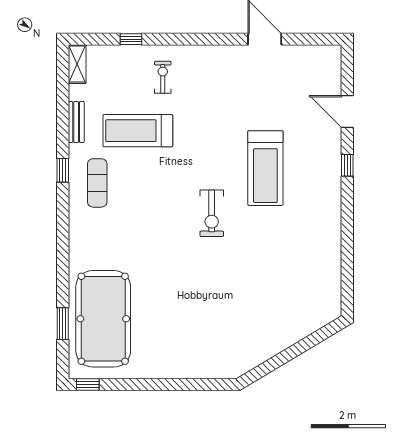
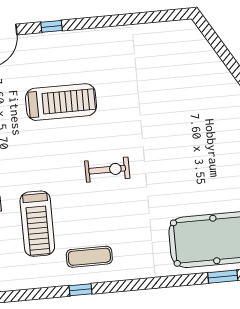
bench: (76, 122) -> (35, 281), removed
exercise bike: (212, 213) -> (107, 170), moved

